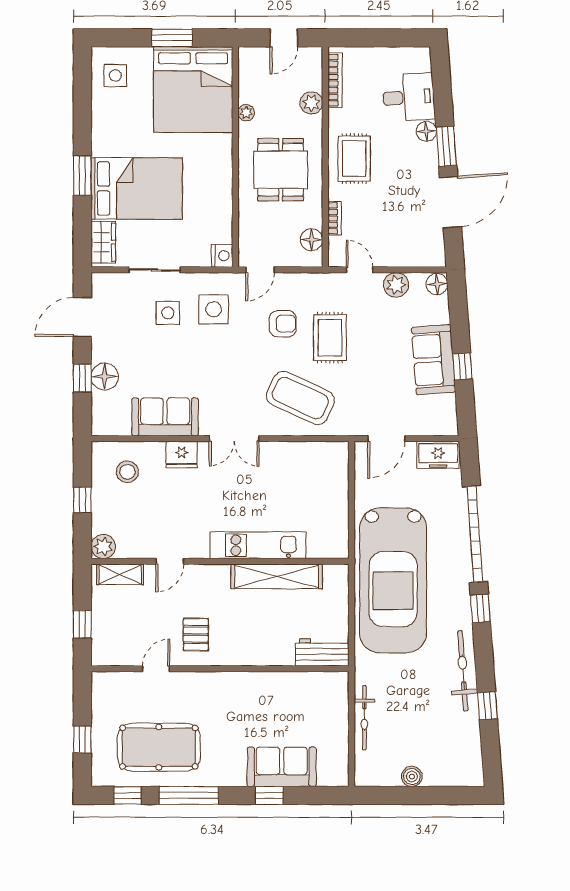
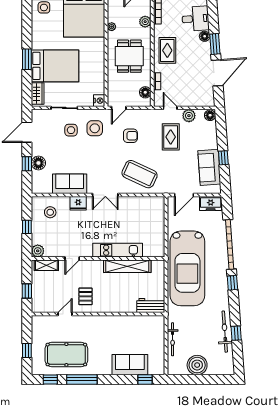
rug: (330, 338) -> (171, 137), moved
sofa: (434, 360) -> (209, 167), moved
bicycle: (463, 671) -> (225, 332), moved
boiler: (412, 776) -> (197, 365), width x1.86, depth x1.86
window: (269, 795) -> (145, 379), moved

